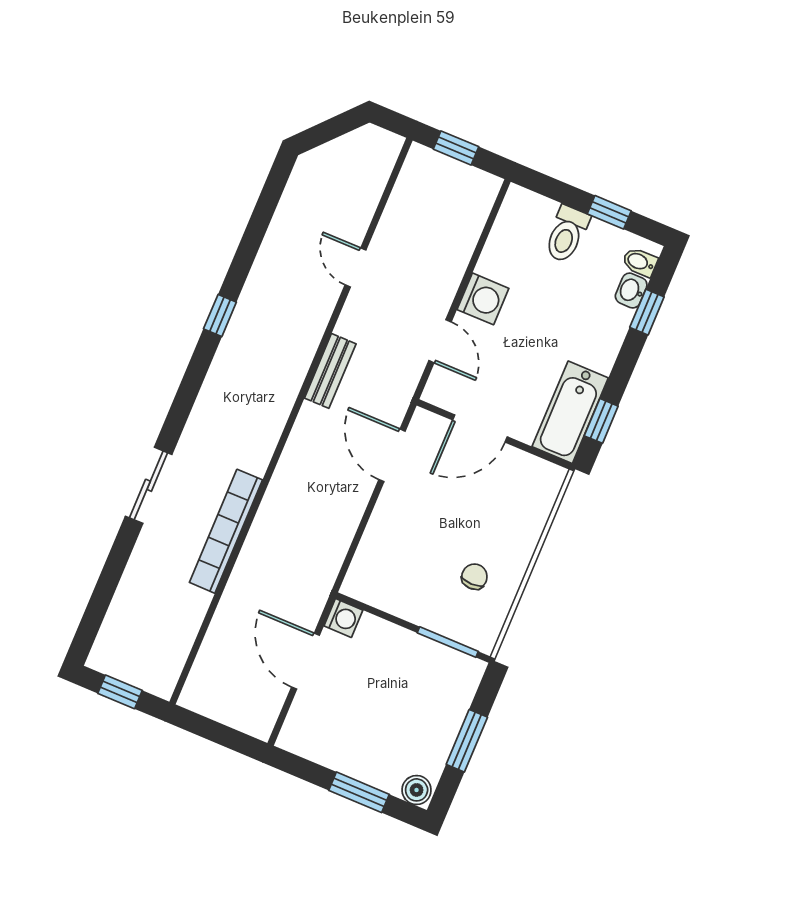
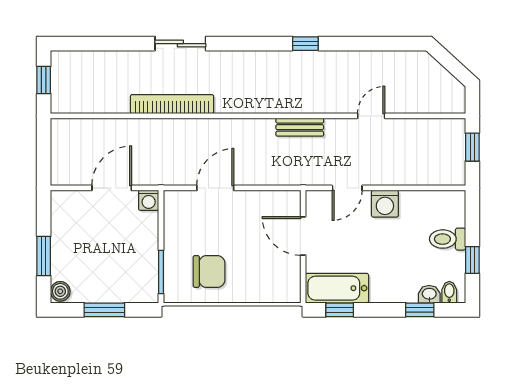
door: (392, 455) -> (215, 188), moved
chair: (474, 577) -> (209, 271), width x1.87, depth x1.87

